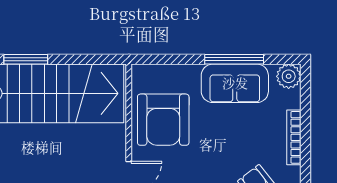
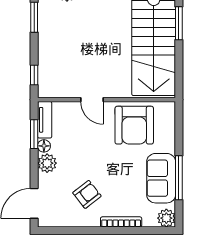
armchair: (163, 120) -> (134, 125), turned -90

